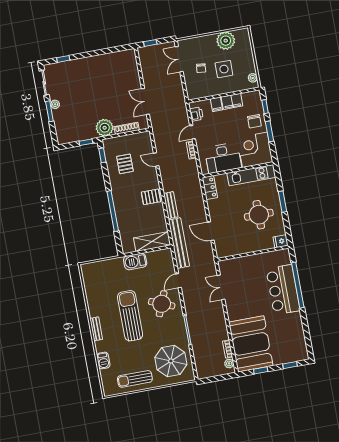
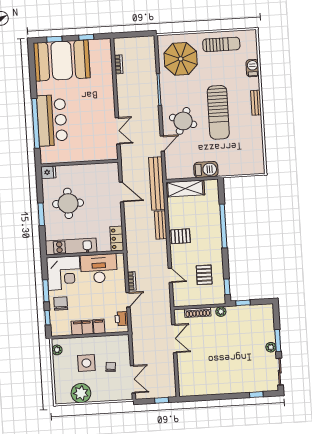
plant: (105, 128) -> (221, 312), width x0.53, depth x0.53
booth: (251, 344) -> (62, 60), moved, turned 90
plant: (229, 363) -> (119, 49), removed

